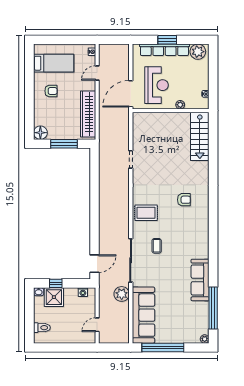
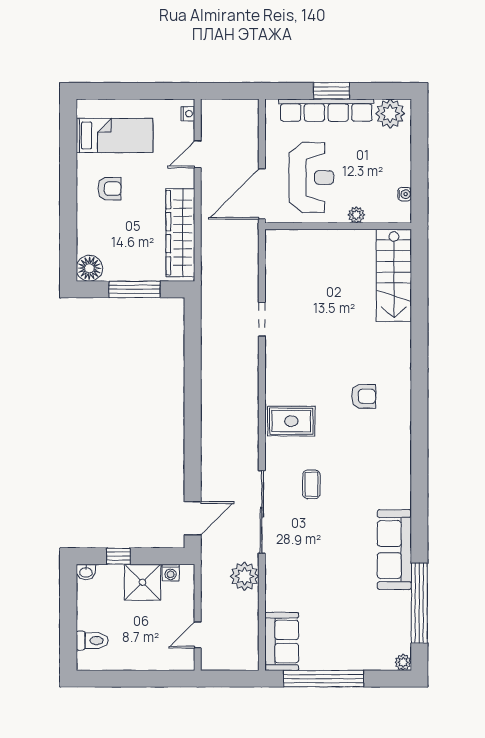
shower: (54, 297) -> (143, 582), moved
sofa: (143, 315) -> (282, 641), width x0.54, depth x0.79

